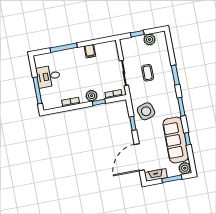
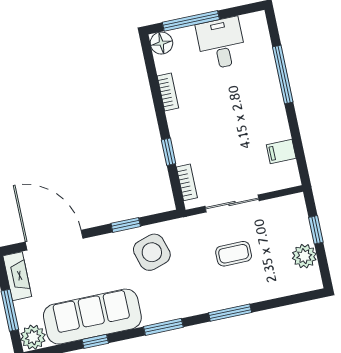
filing cabinet: (90, 51) -> (281, 152), moved
plant: (92, 96) -> (182, 136), removed
floor lamp: (48, 105) -> (161, 43), added

